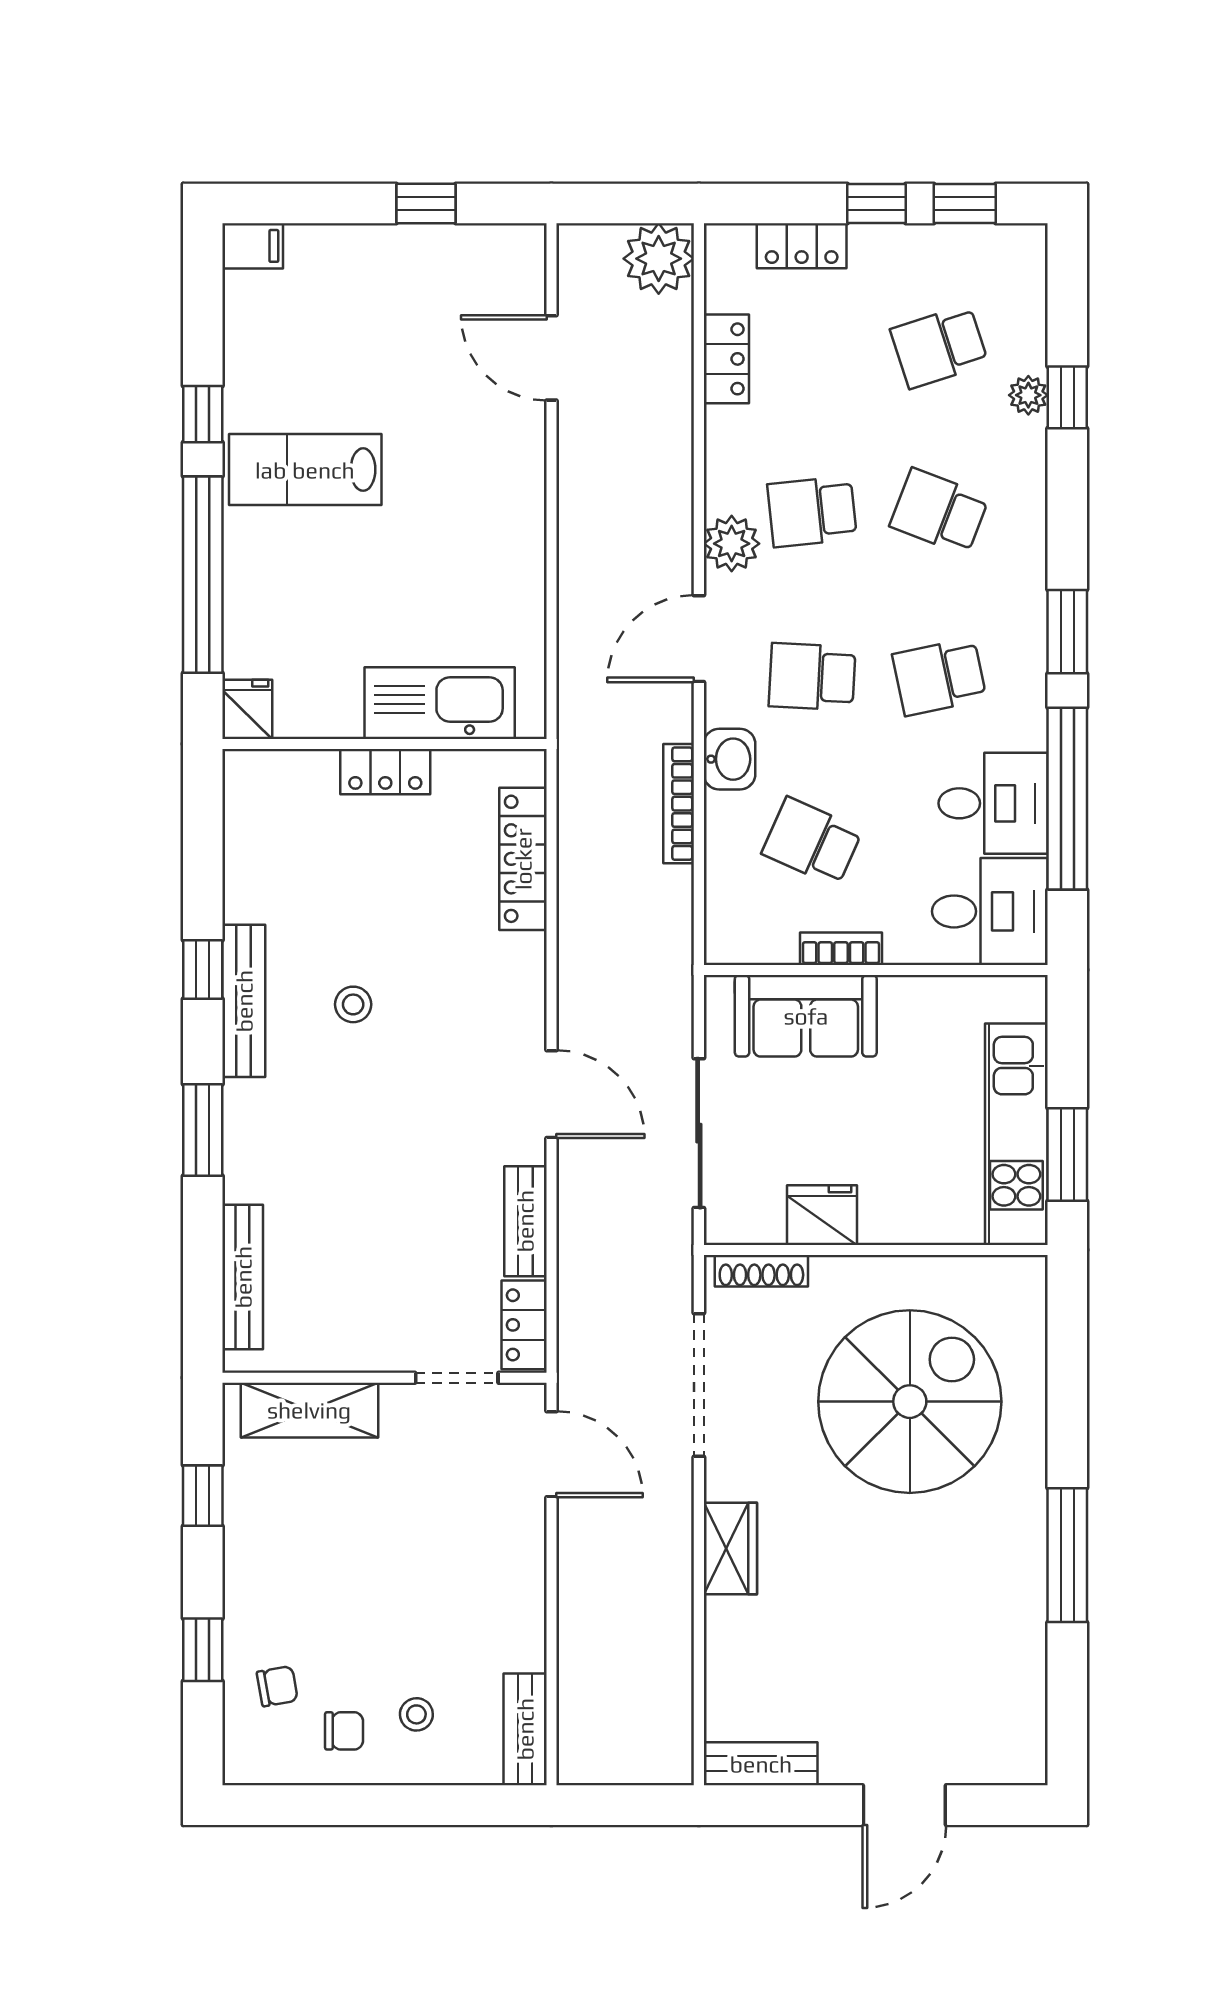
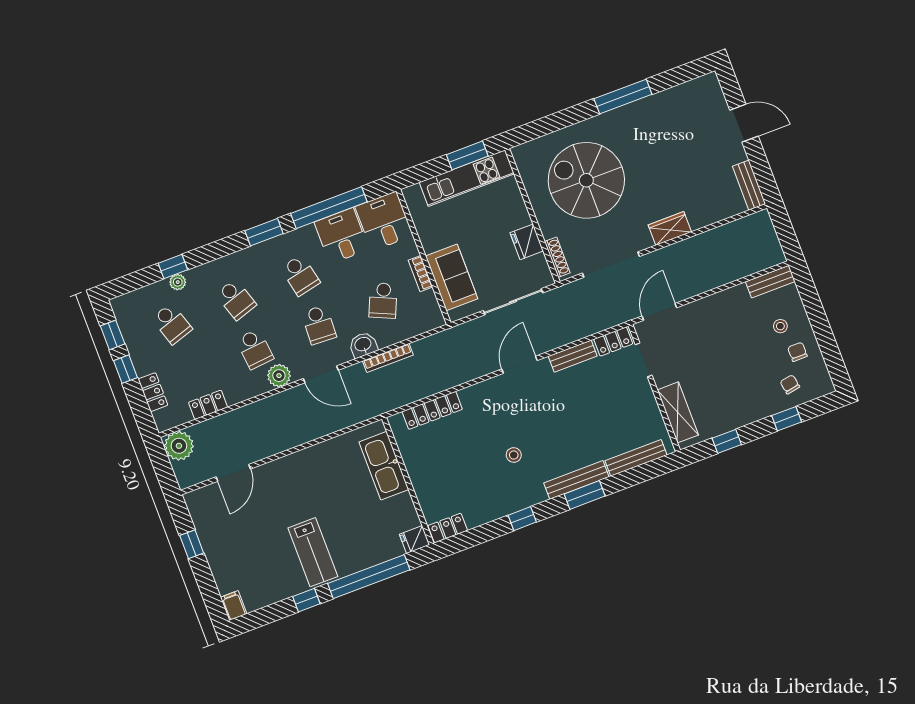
school desk: (939, 512) -> (236, 300), turned -39
locker: (385, 772) -> (448, 528), moved, turned -90
bench: (244, 1001) -> (576, 480), moved

